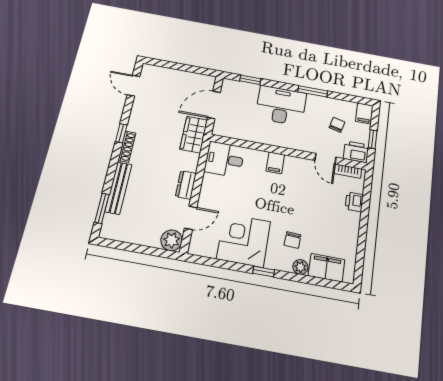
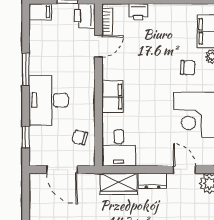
chair: (337, 125) -> (80, 137), moved
wardrobe: (194, 135) -> (119, 184), moved
filing cabinet: (275, 163) -> (113, 97), width x2.00

